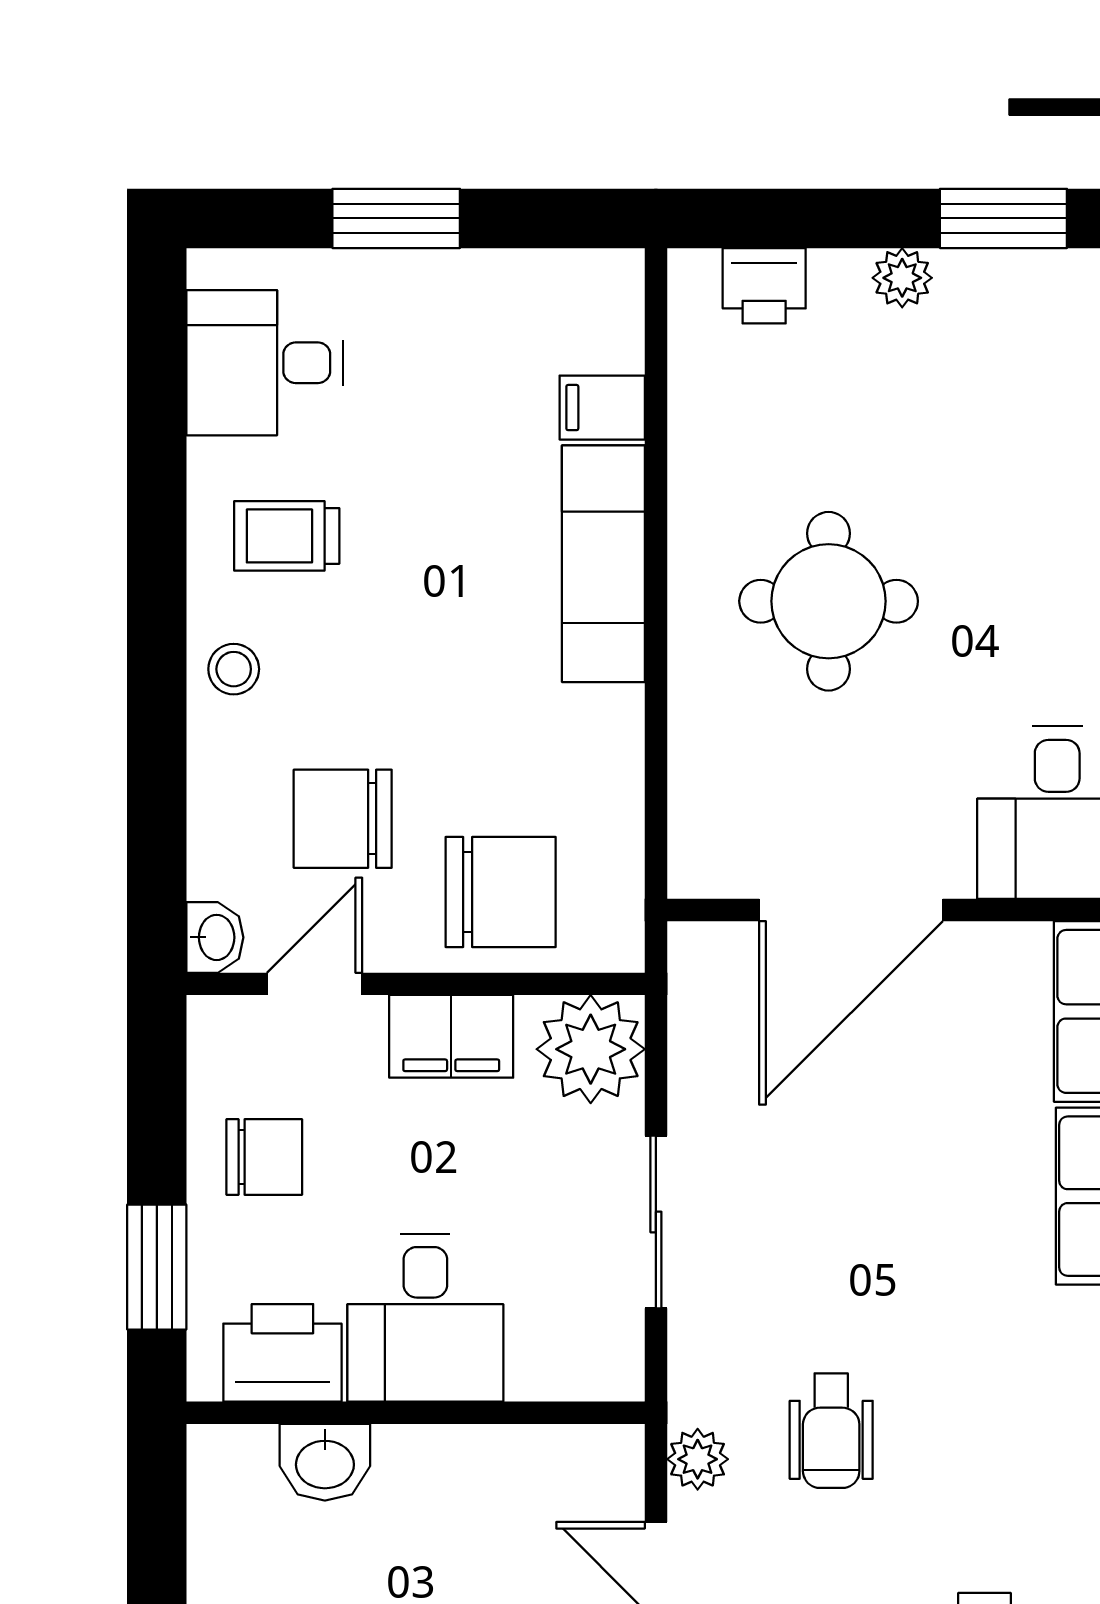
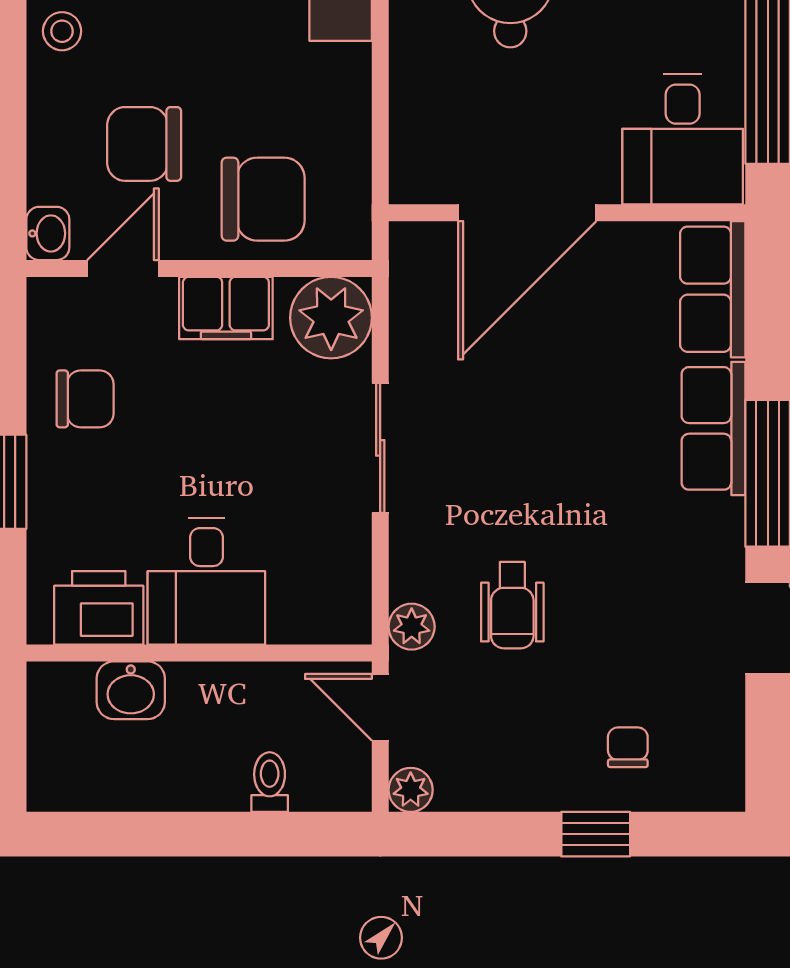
desk: (425, 1318) -> (206, 581), moved
printer: (282, 1353) -> (99, 608), moved
wall: (416, 1413) -> (199, 653), moved
washbasin: (325, 1462) -> (131, 690), moved

